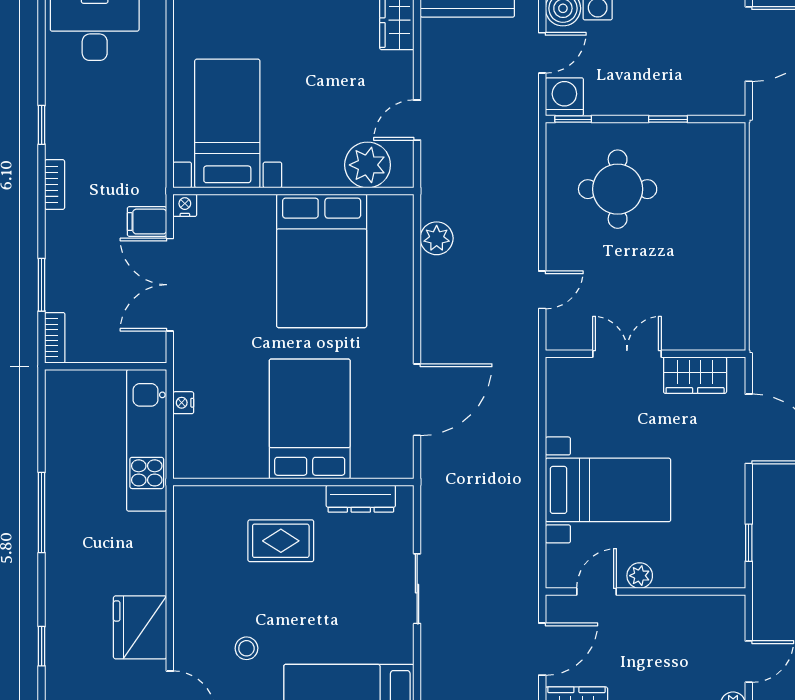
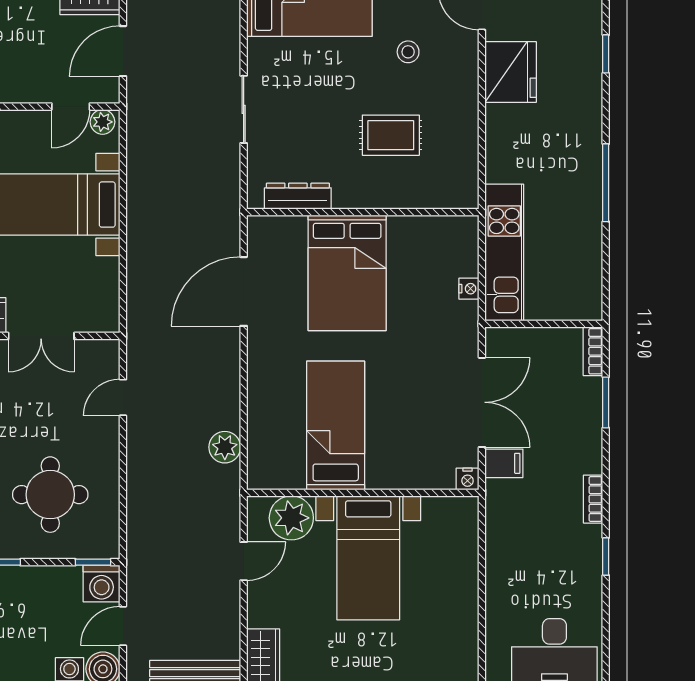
bed with nightstands: (227, 124) -> (368, 558), moved
bed: (322, 261) -> (336, 425), width x0.67
rug: (281, 541) -> (391, 135), moved
plant: (640, 576) -> (103, 122), moved

